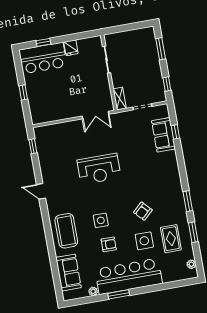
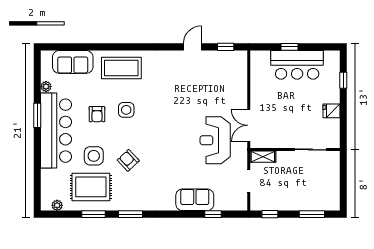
bar counter: (43, 58) -> (297, 65), moved, turned -90
sofa: (164, 135) -> (195, 200), moved
reception desk: (99, 169) -> (215, 140), moved
door: (41, 191) -> (192, 47), moved
rug: (171, 239) -> (91, 187), width x1.36, depth x1.43

